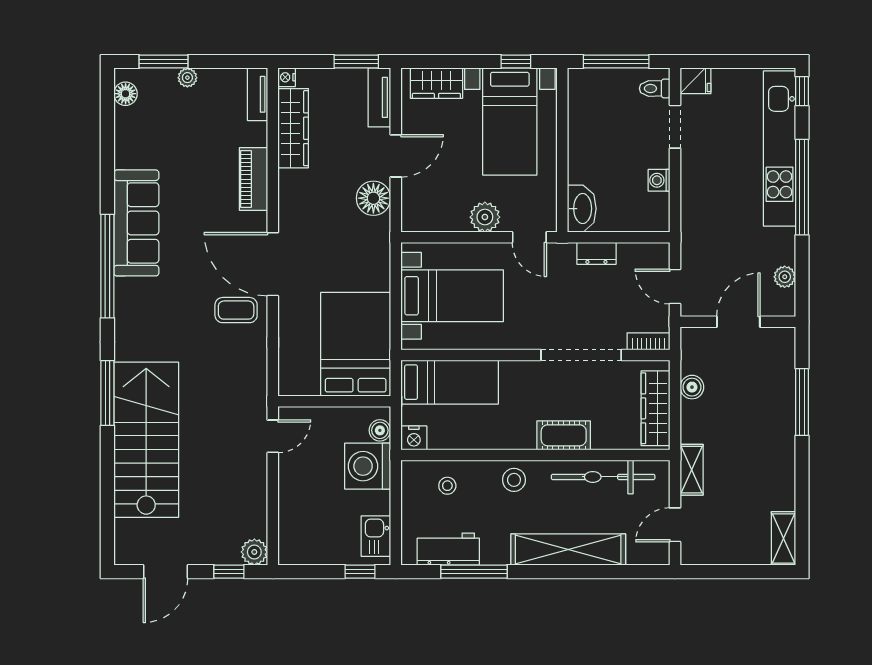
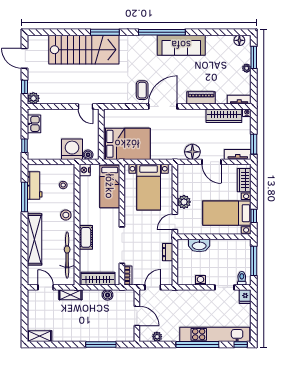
washbasin: (582, 209) -> (199, 245), moved
kitchen sink: (376, 536) -> (34, 124), moved, turned 90

